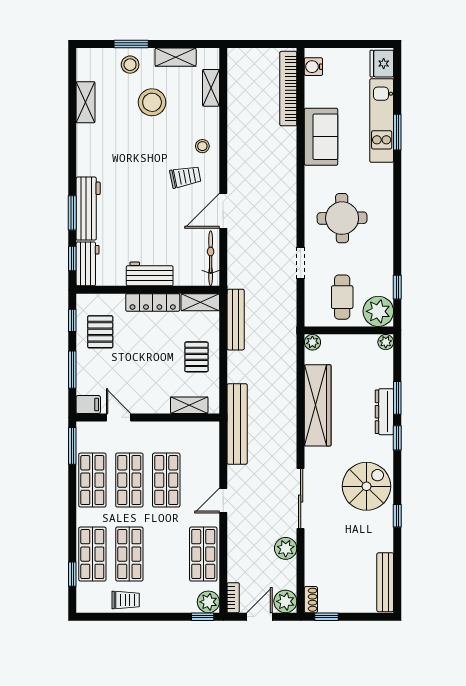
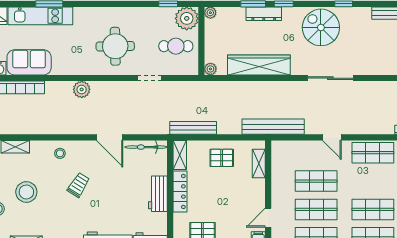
sofa: (321, 137) -> (29, 62), moved
trolley: (185, 177) -> (78, 185), moved, turned 43
plant: (286, 548) -> (82, 89), moved

